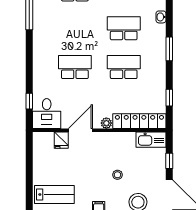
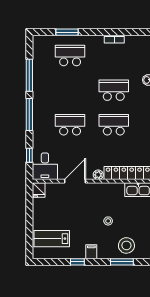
window: (29, 56) -> (29, 115), added
fridge: (61, 140) -> (39, 190), moved
lab bench: (54, 194) -> (52, 239), turned 180

